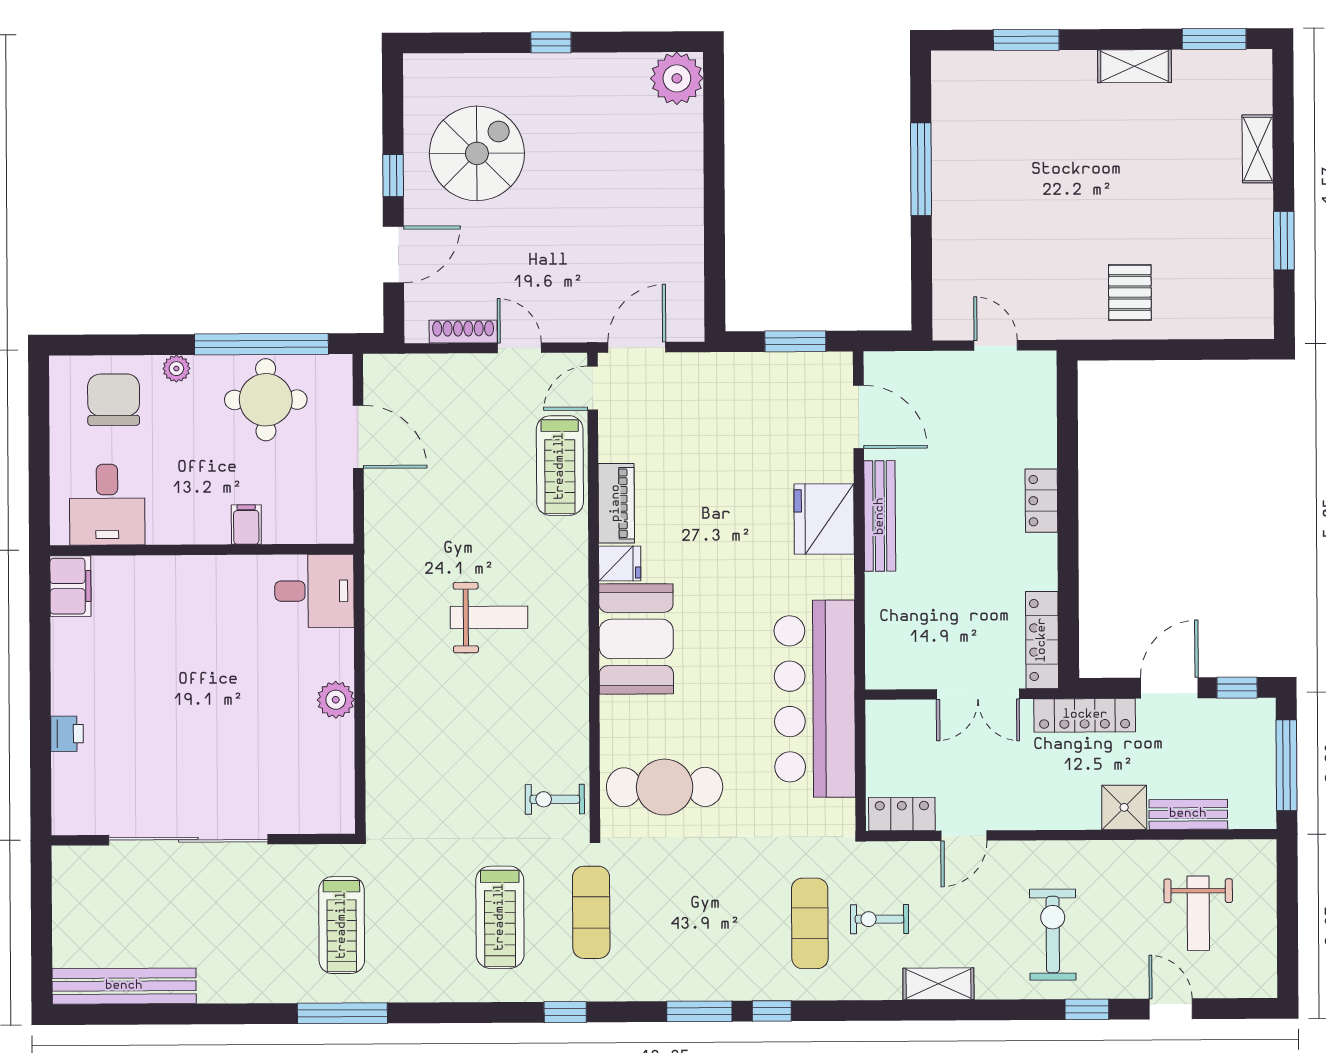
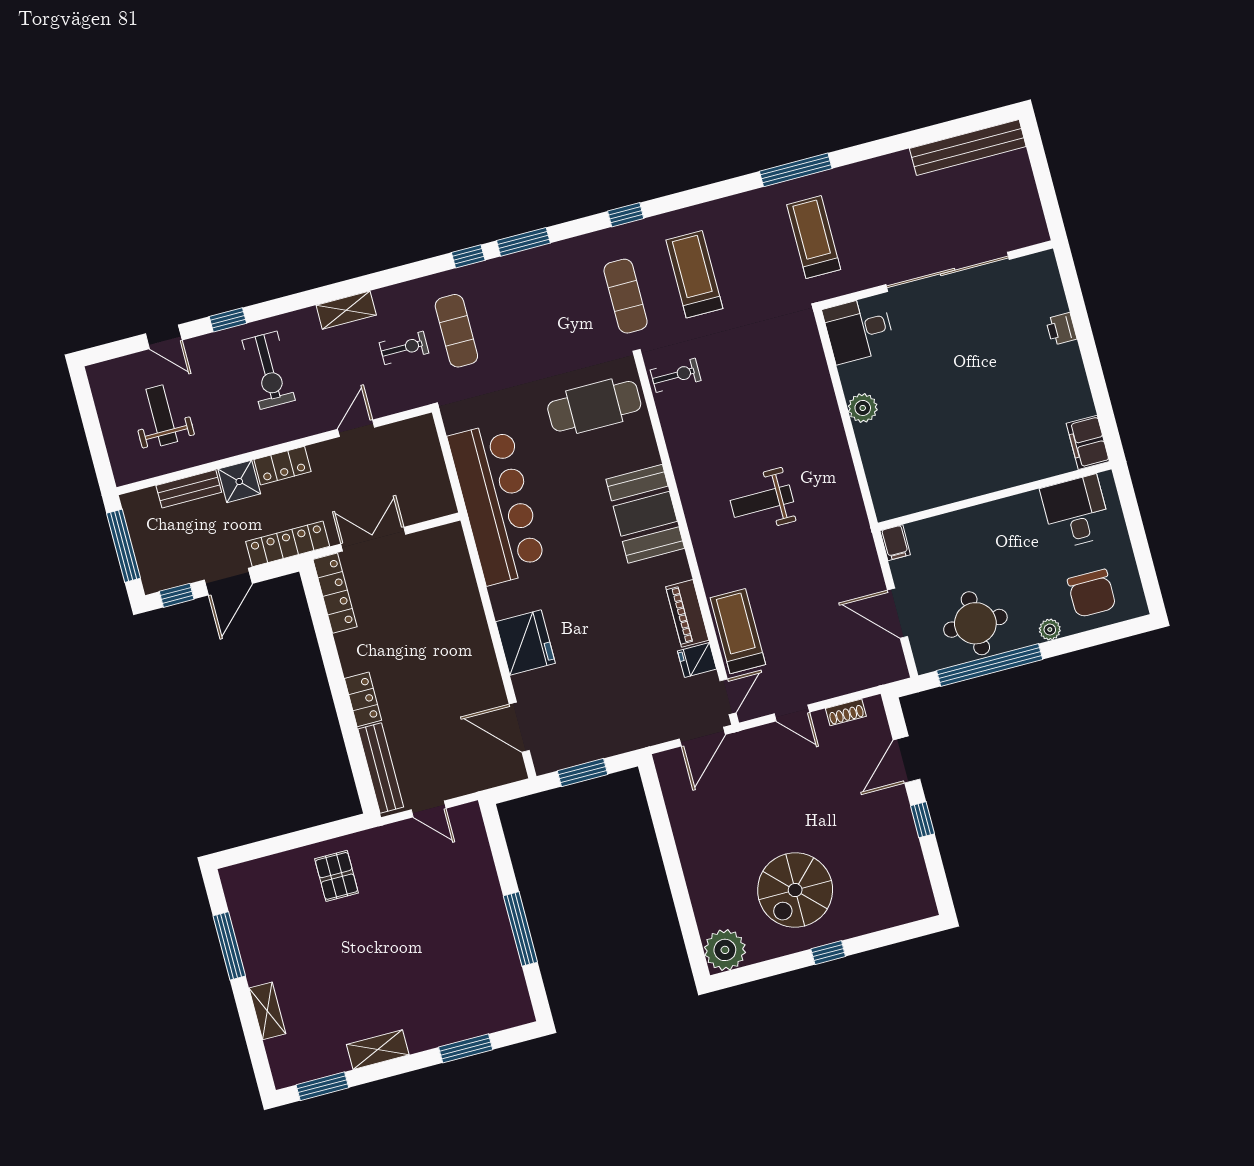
spiral stairs: (477, 153) -> (795, 890), moved
window: (1284, 241) -> (229, 946), width x1.44
shoe rack: (463, 332) -> (846, 712), width x0.70
bench: (880, 516) -> (381, 768), moved
filing cabinet: (246, 525) -> (895, 543), moved
fridge: (620, 563) -> (697, 660), moved
desk: (314, 591) -> (859, 329), moved
locker: (902, 814) -> (283, 466), moved

